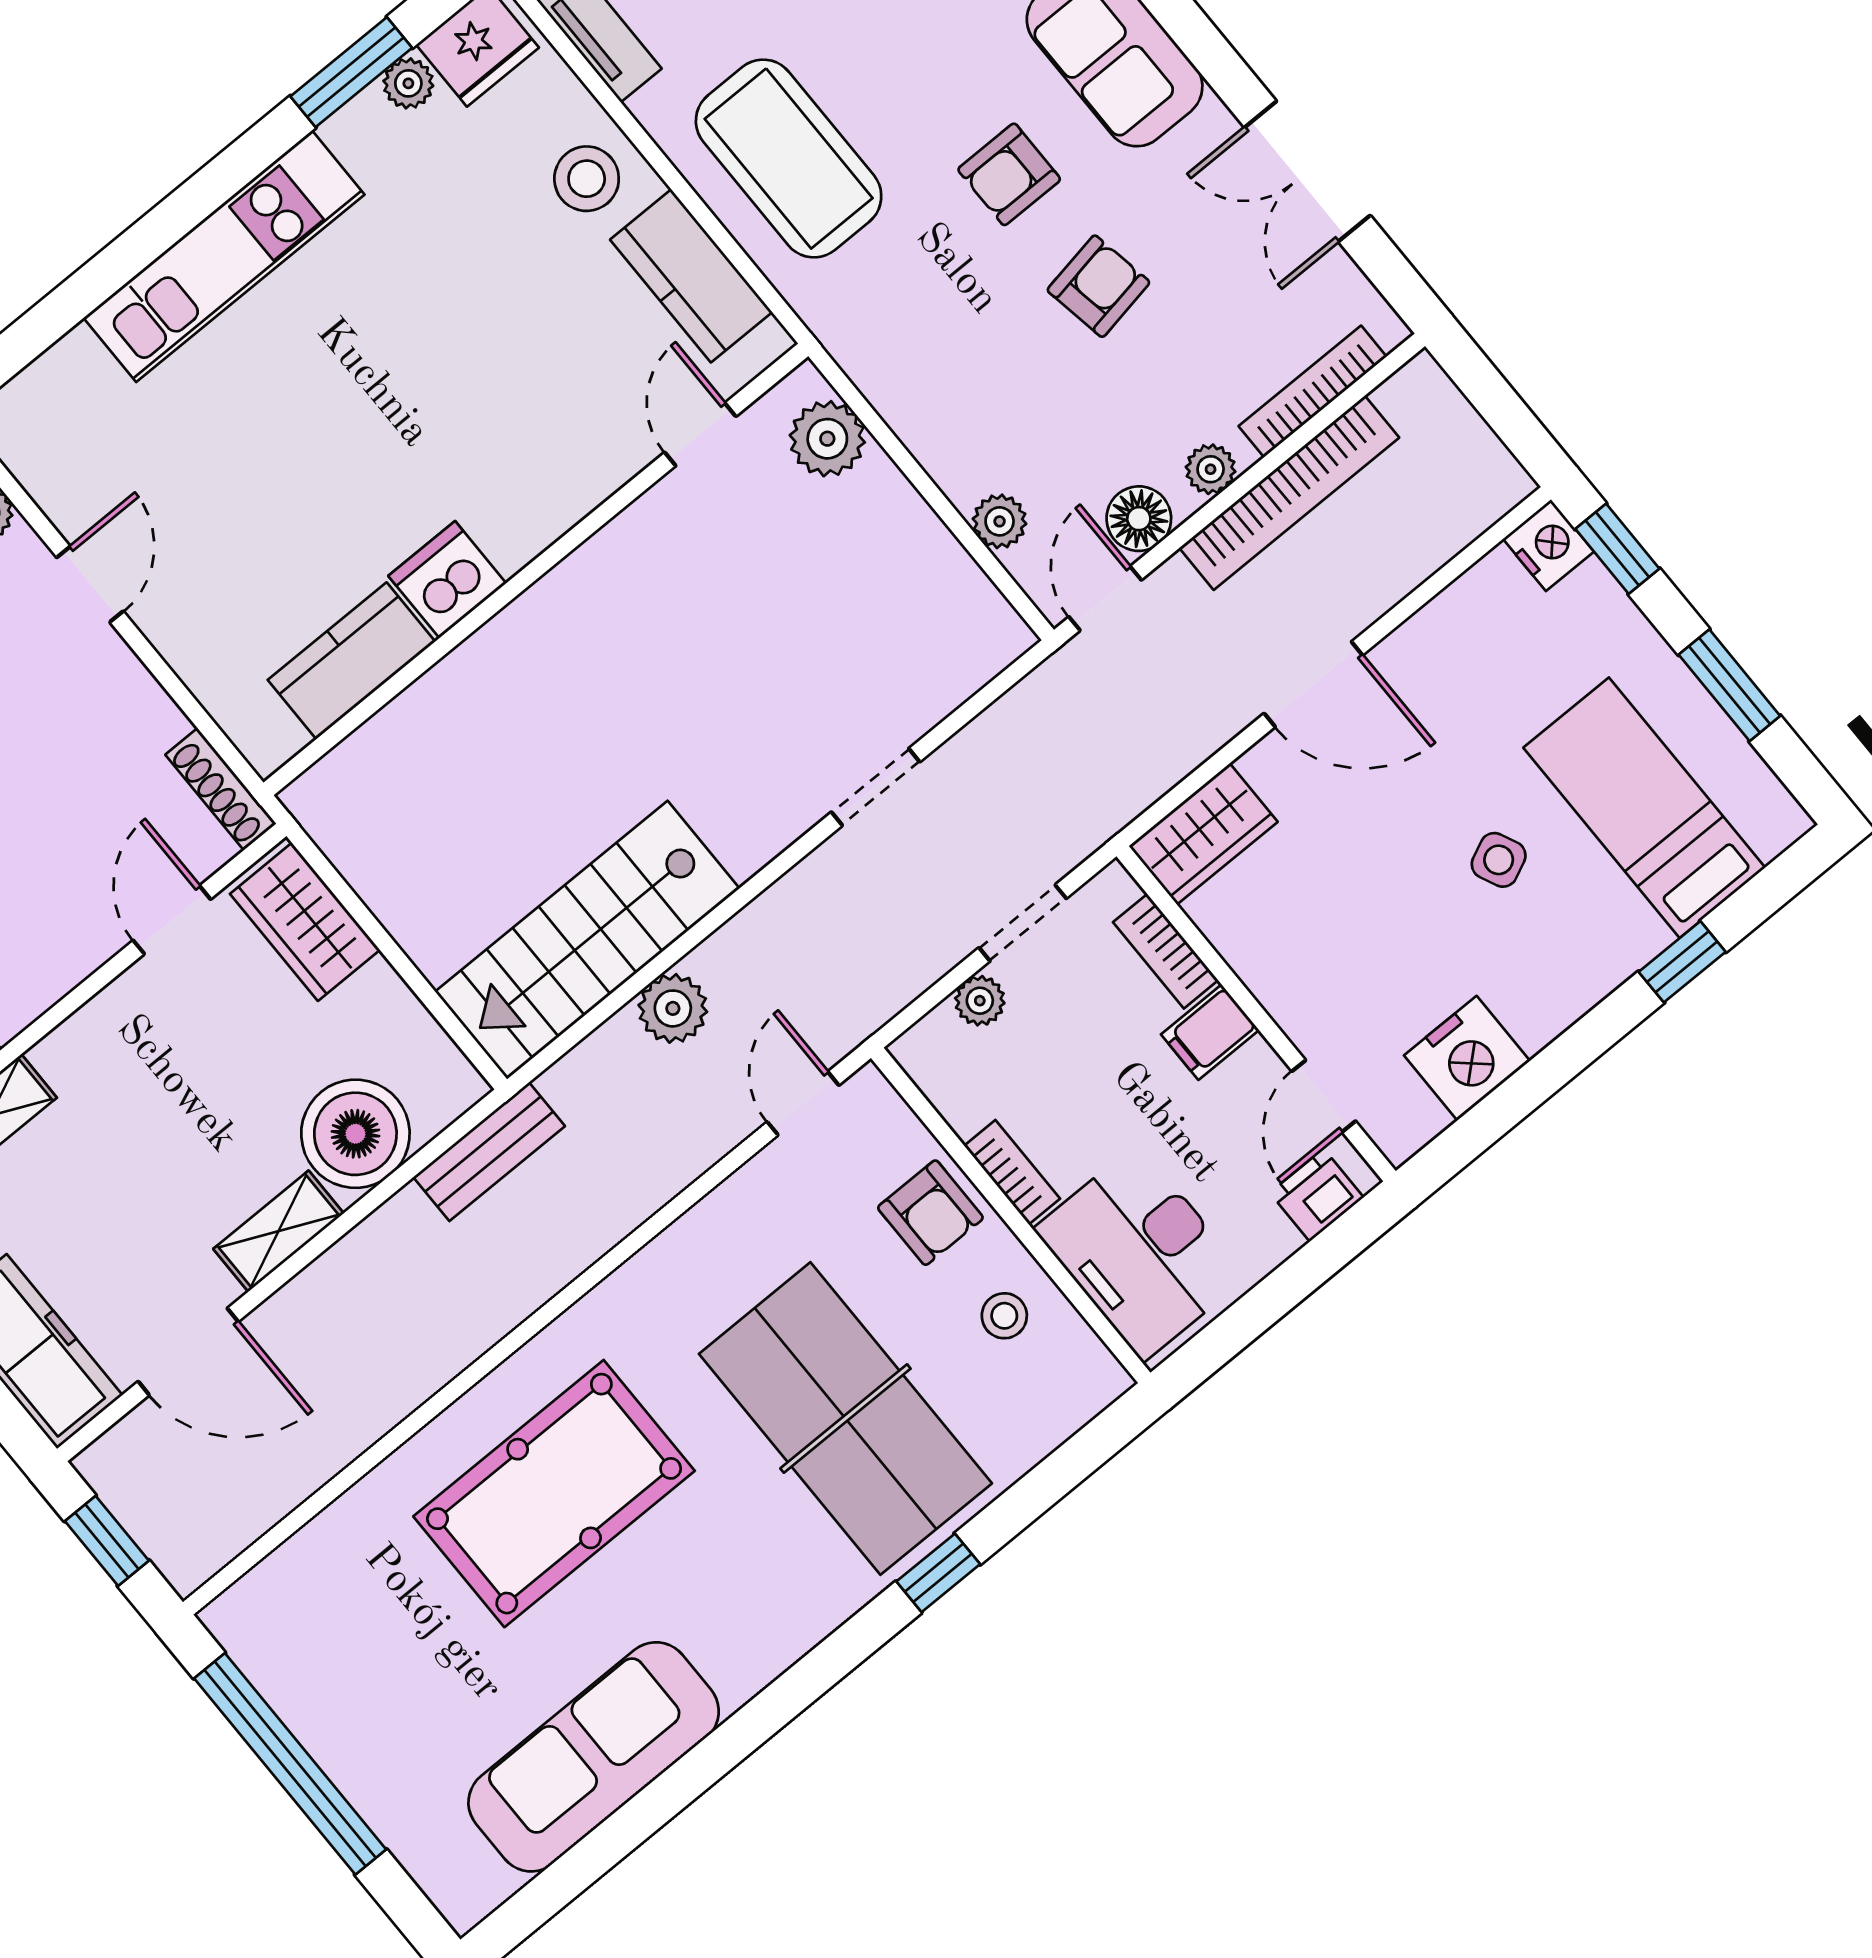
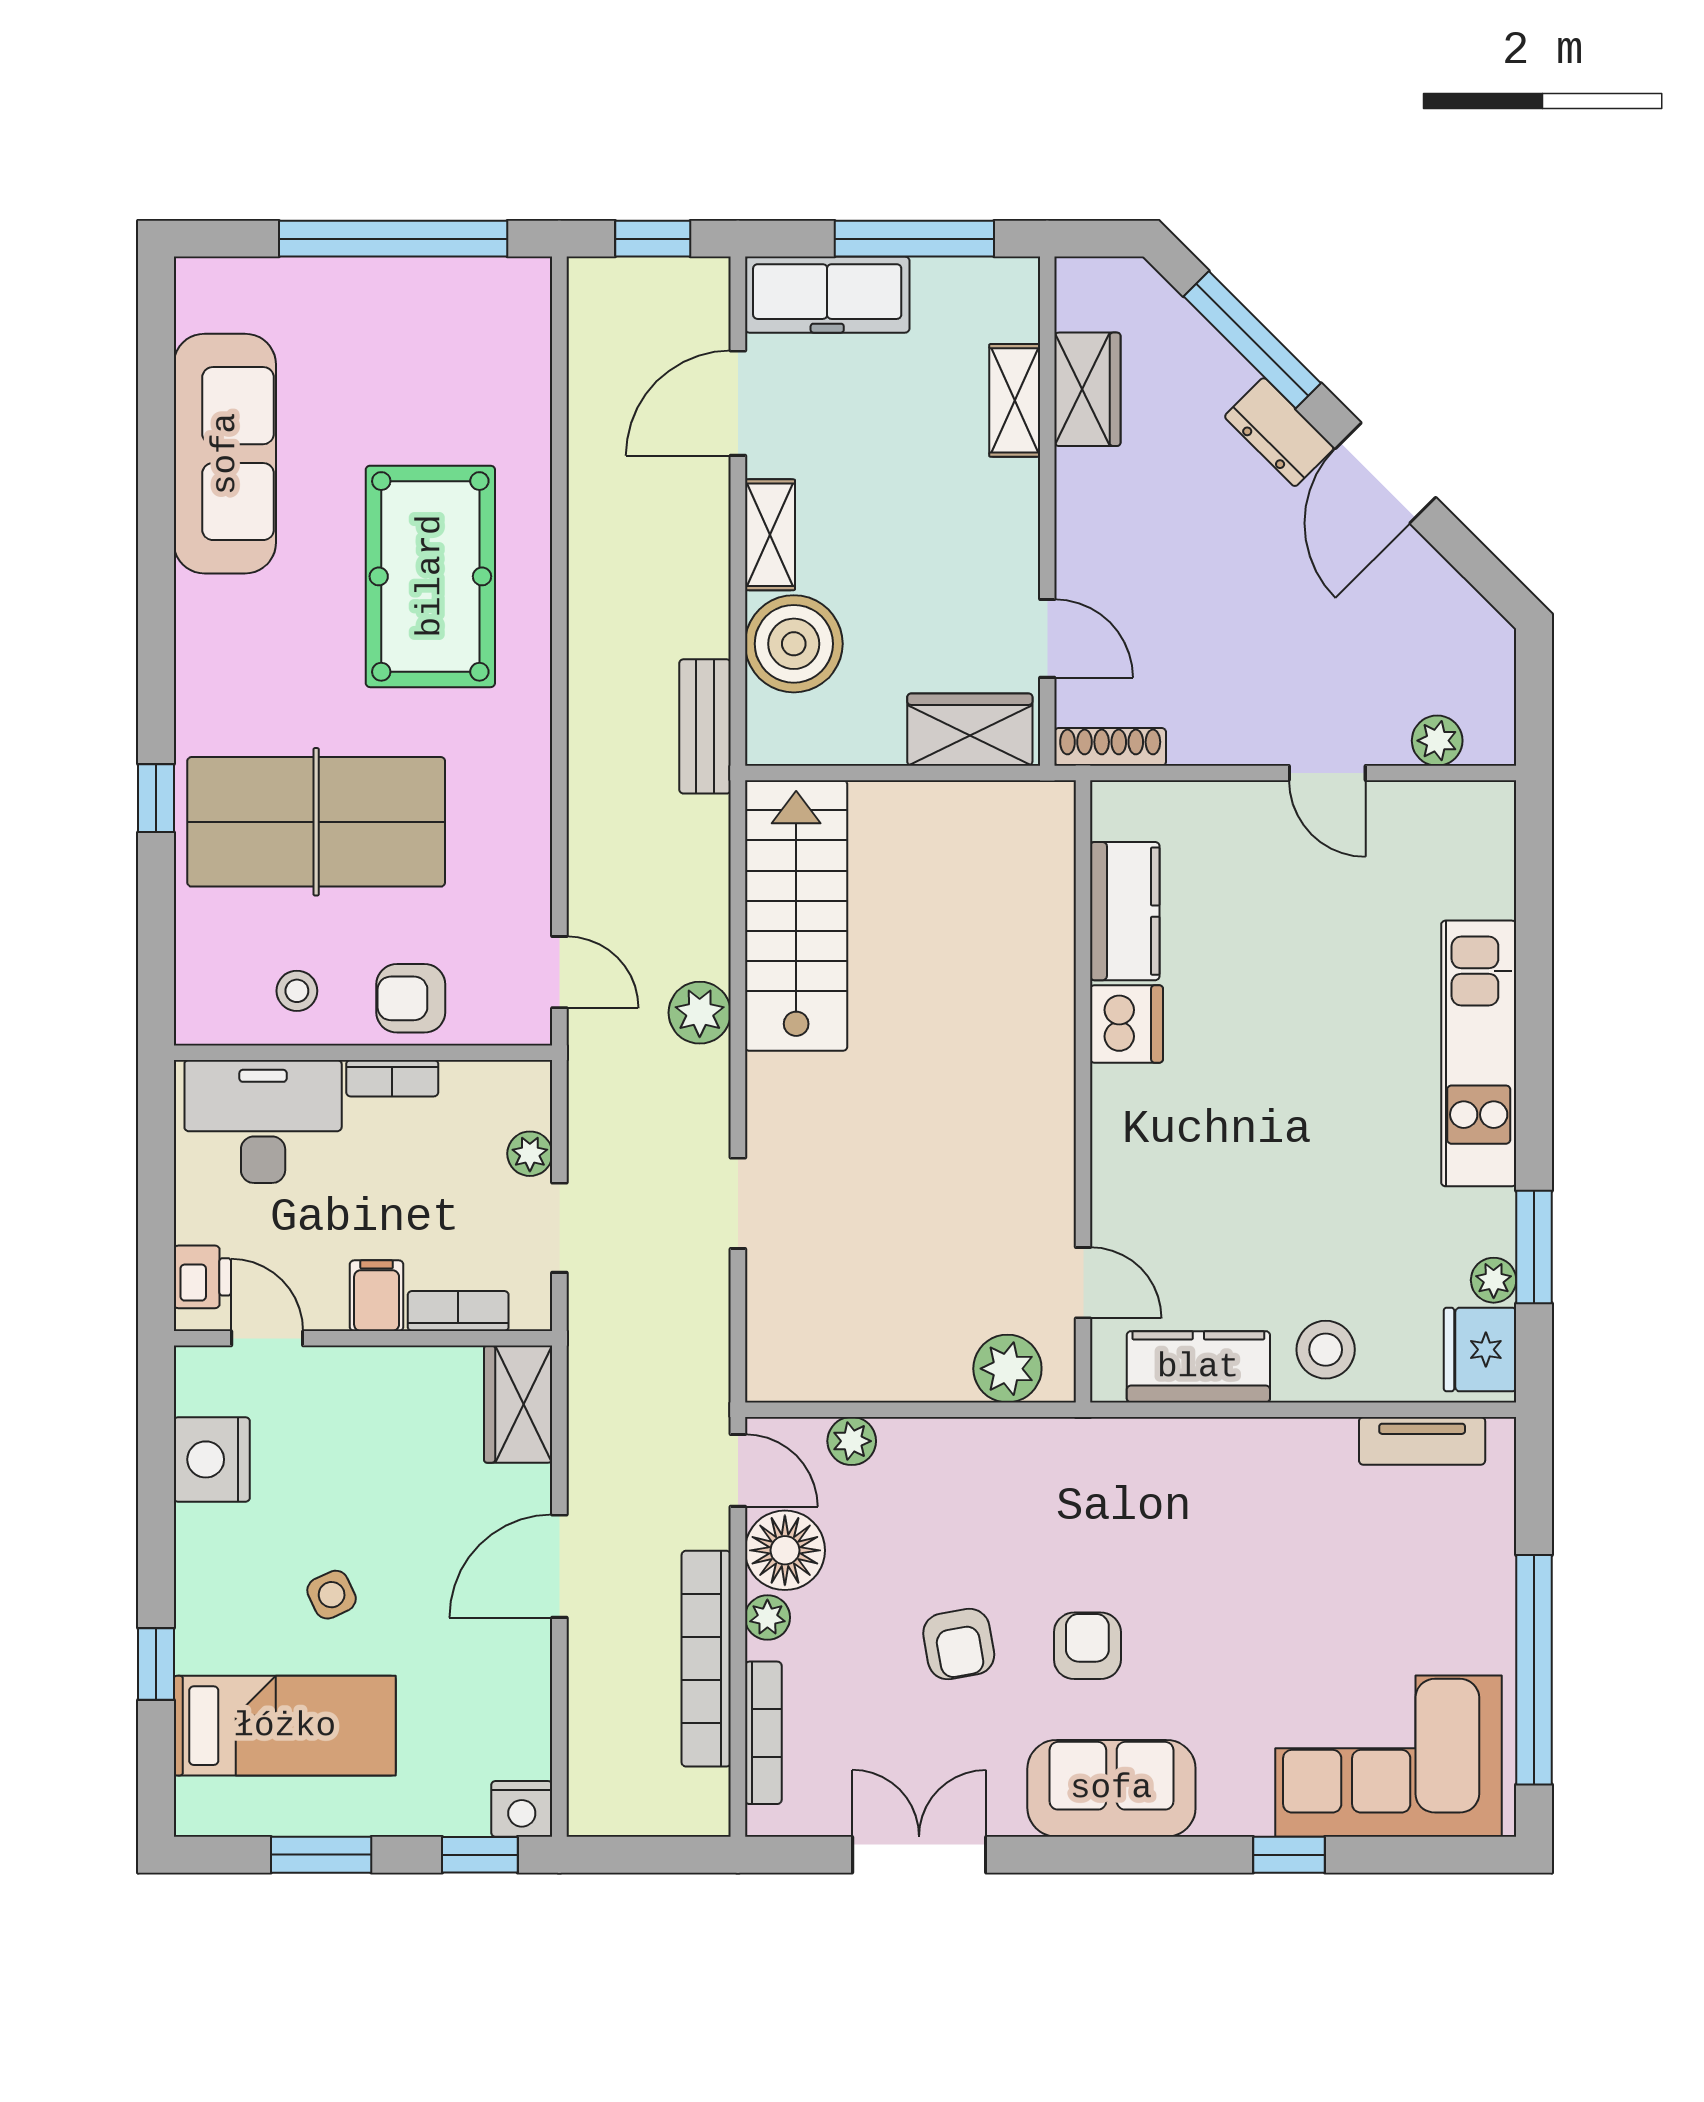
coffee table: (789, 159) -> (1224, 1502), removed
floor lamp: (1139, 519) -> (785, 1550), width x1.38, depth x1.38
plant: (673, 1008) -> (700, 1013), moved

